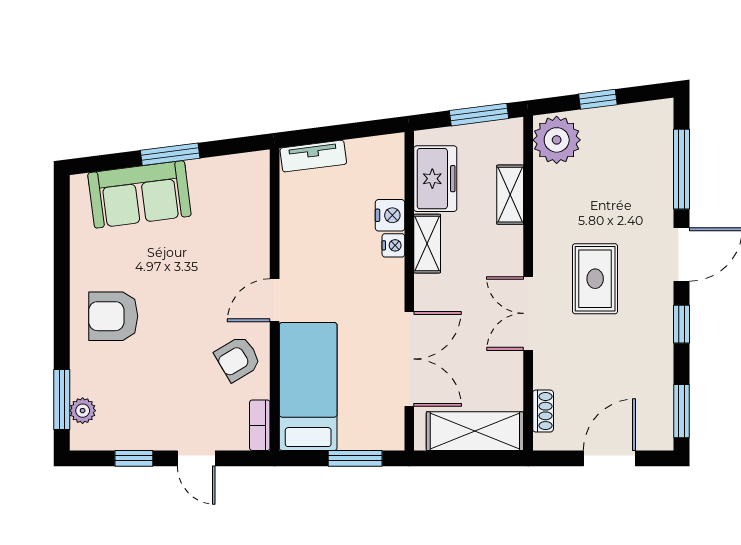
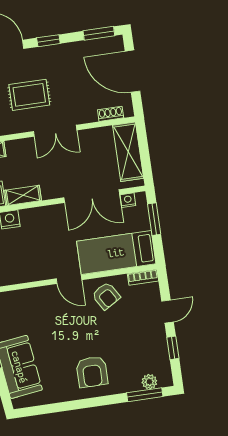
nightstand: (393, 245) -> (128, 200), moved
double door: (409, 359) -> (92, 196), swing flipped
door: (609, 458) -> (133, 71), width x1.36

